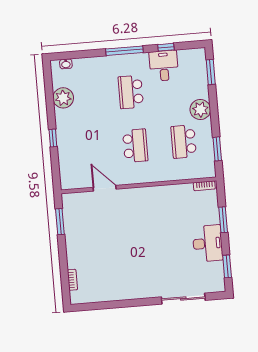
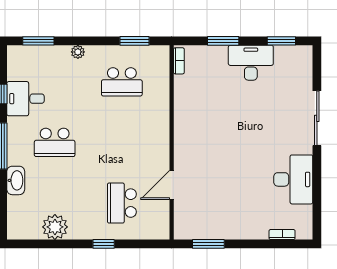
washbasin: (66, 64) -> (16, 180), moved, width x1.91, depth x1.45
plant: (200, 110) -> (78, 52), width x0.53, depth x0.53
school desk: (135, 146) -> (122, 203), moved, turned -90
desk: (117, 285) -> (293, 179), added
sliding door: (183, 299) -> (317, 118), moved

